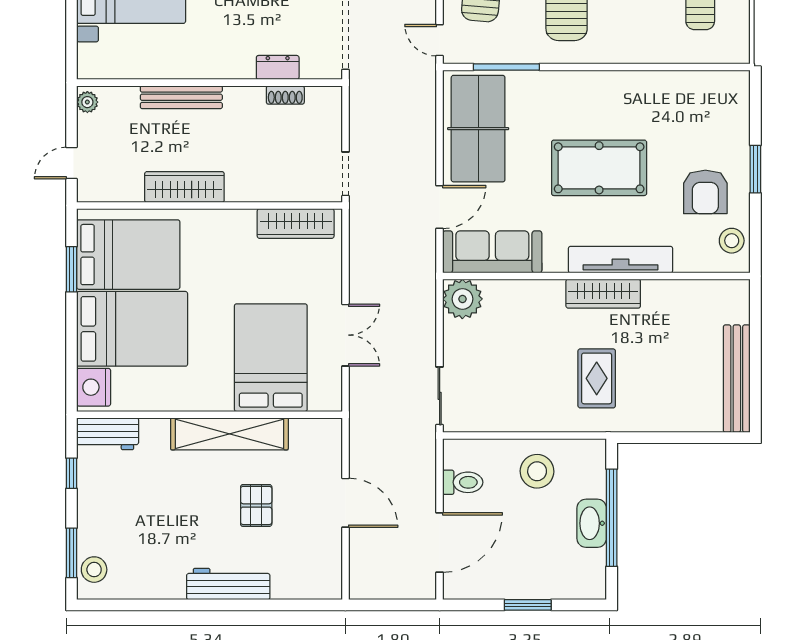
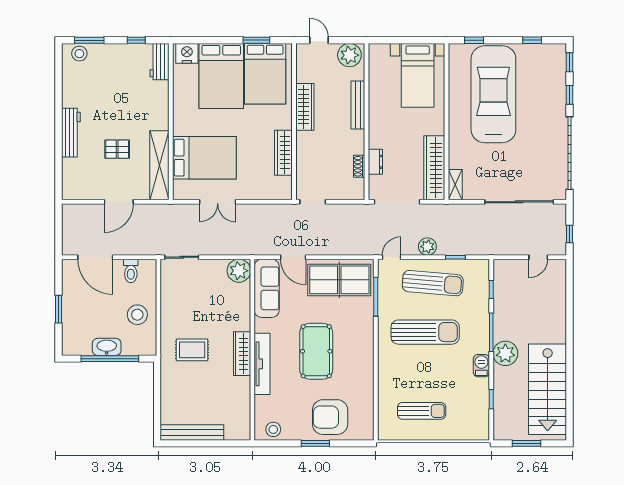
plant: (87, 102) -> (349, 55), width x1.88, depth x1.88
armchair: (705, 192) -> (330, 417), moved, width x1.36, depth x1.36
wardrobe: (296, 223) -> (283, 153), moved
shelving: (229, 434) -> (159, 165), moved

